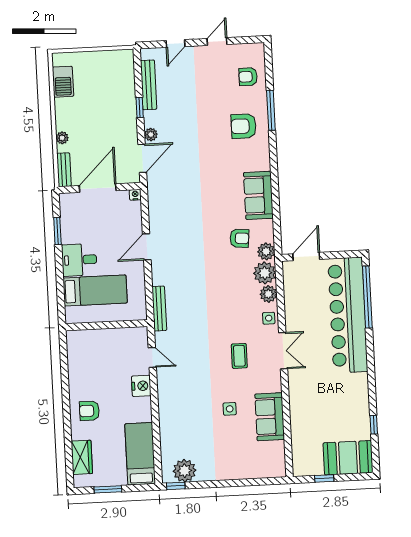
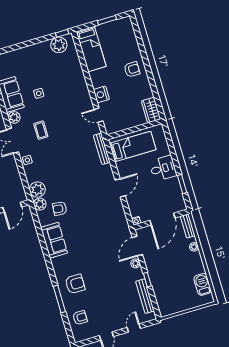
bed: (95, 290) -> (133, 146), moved, turned 180
plant: (268, 294) -> (14, 117), moved
wardrobe: (82, 457) -> (151, 110), moved

